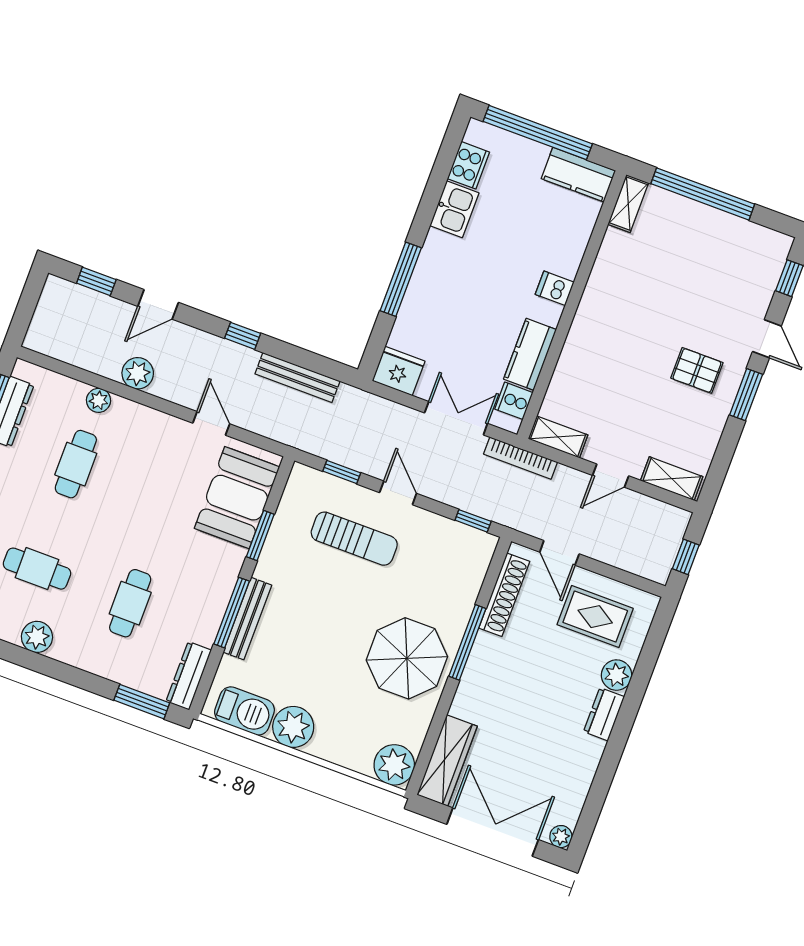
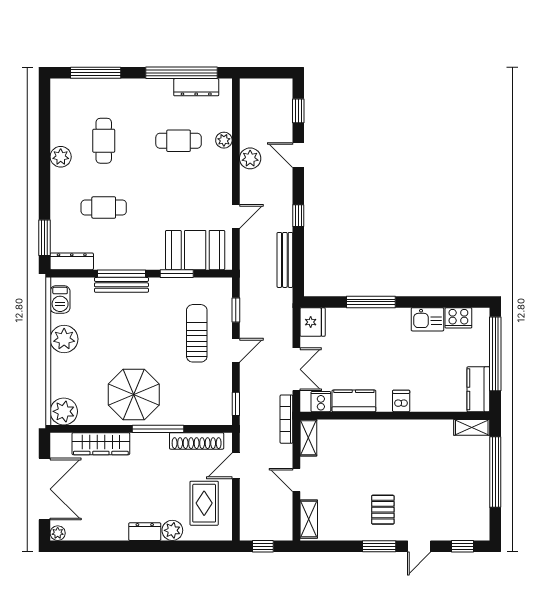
sun lounger: (354, 539) -> (197, 333), turned 180
barbecue: (244, 711) -> (60, 299), width x0.73, depth x0.79
wardrobe: (447, 761) -> (101, 444), moved

